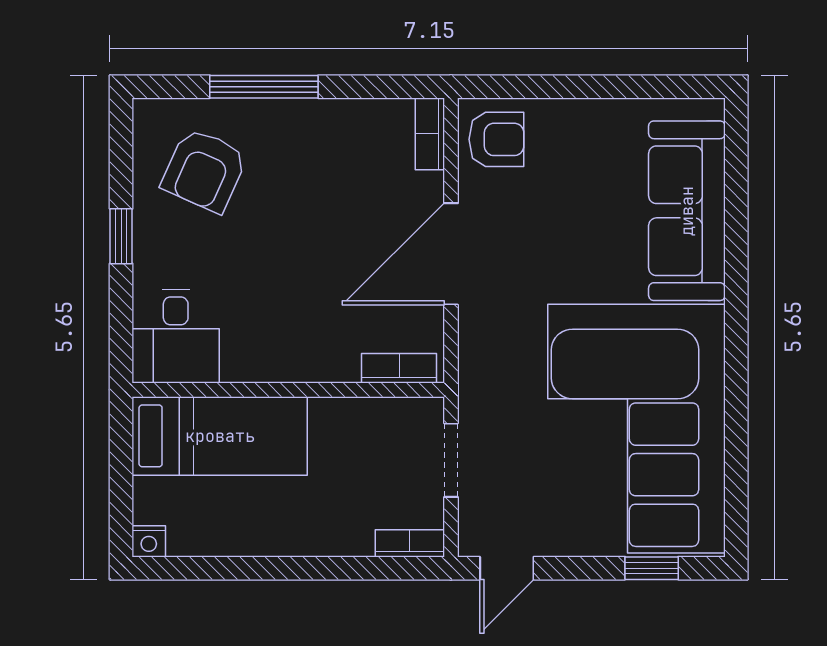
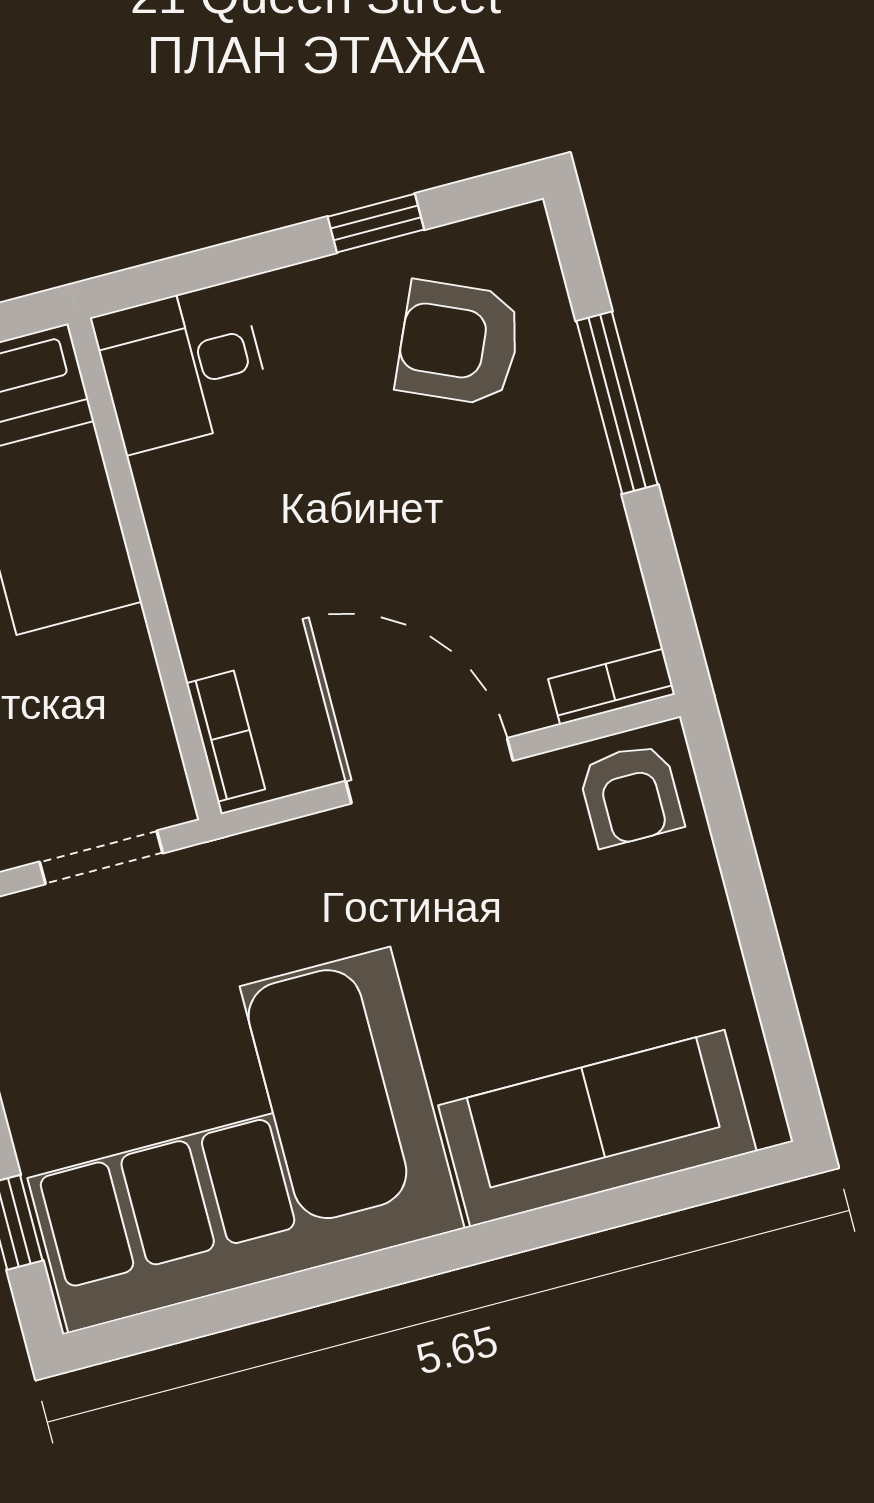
window: (121, 236) -> (376, 223), moved

